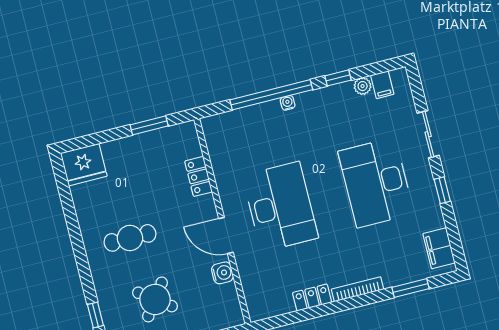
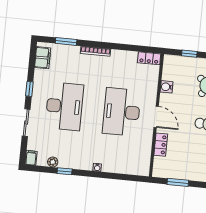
filing cabinet: (382, 85) -> (31, 158), moved
window: (271, 95) -> (105, 175), removed
door: (226, 235) -> (156, 117), moved
locker: (312, 298) -> (149, 58), moved

